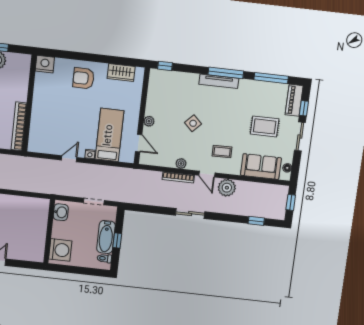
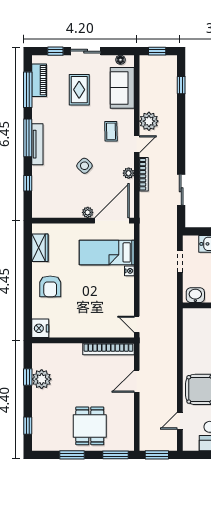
window: (165, 66) -> (28, 183), moved
piano: (294, 100) -> (39, 80), moved, turned -90
door: (139, 143) -> (112, 221), width x1.87
door: (69, 159) -> (137, 324), moved
sliding door: (190, 214) -> (181, 190), moved

